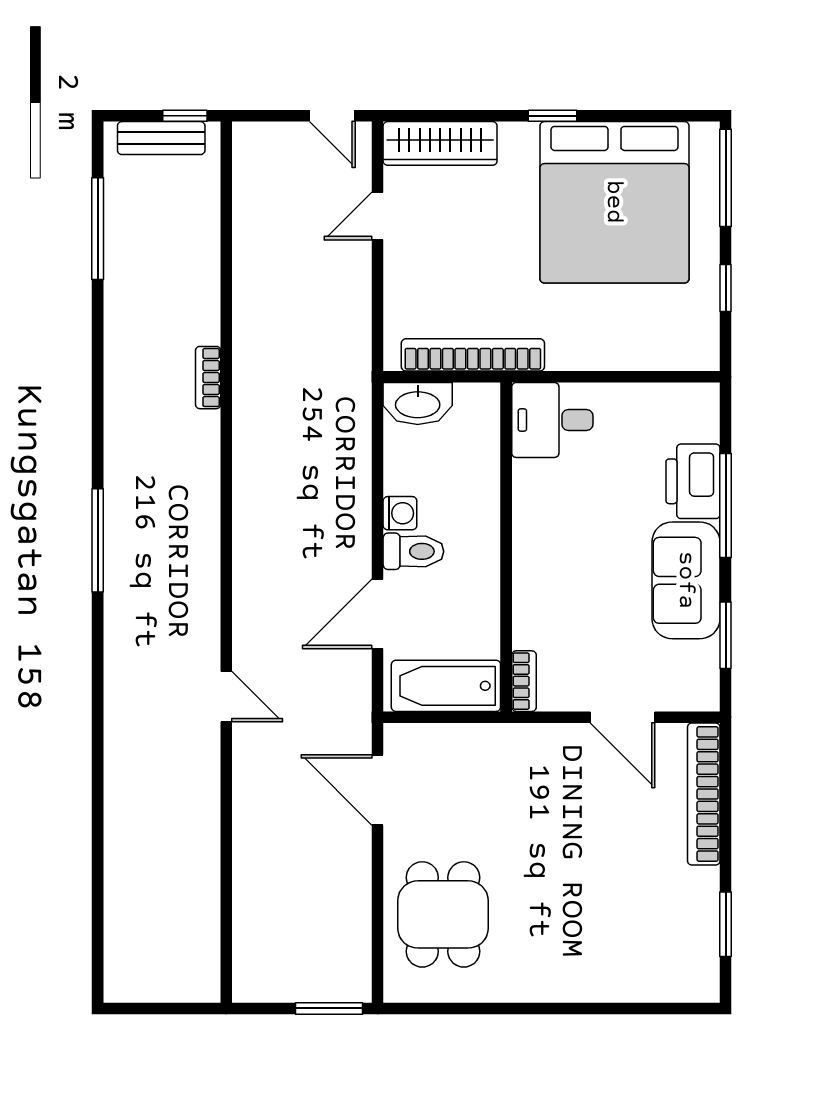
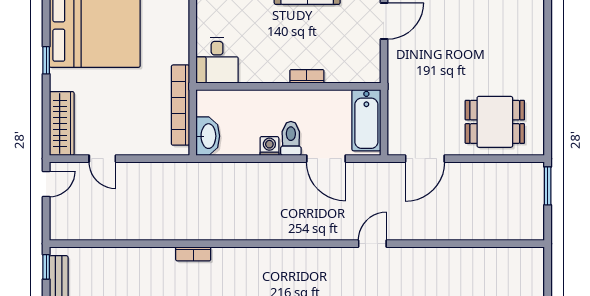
bookcase: (524, 681) -> (307, 76), moved

